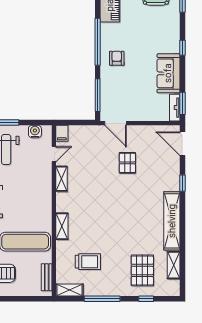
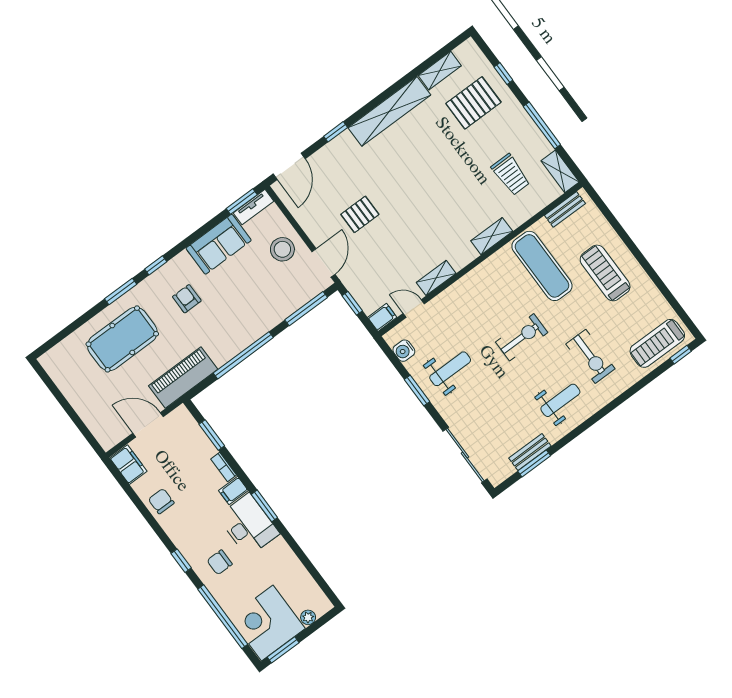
window: (182, 48) -> (156, 265), moved
armchair: (117, 58) -> (187, 299), moved, turned 90
stool: (140, 106) -> (282, 249), added
window: (82, 123) -> (352, 303), added
trolley: (88, 262) -> (511, 175), turned 180

